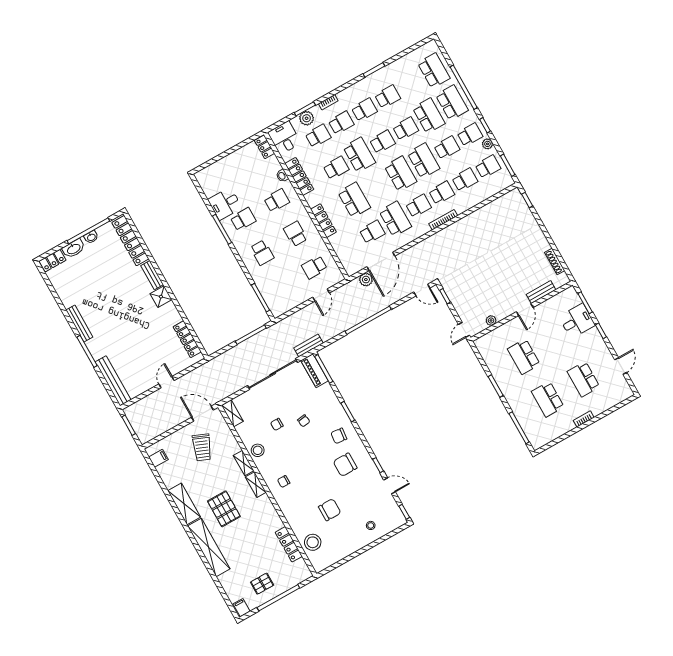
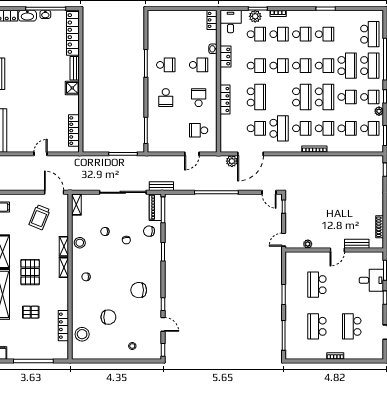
school desk: (359, 155) -> (279, 66), width x0.54
locker: (299, 176) -> (225, 57), width x0.66
desk: (225, 204) -> (159, 46), removed
chair: (339, 436) -> (149, 231), moved
pallet: (262, 584) -> (31, 312), moved

